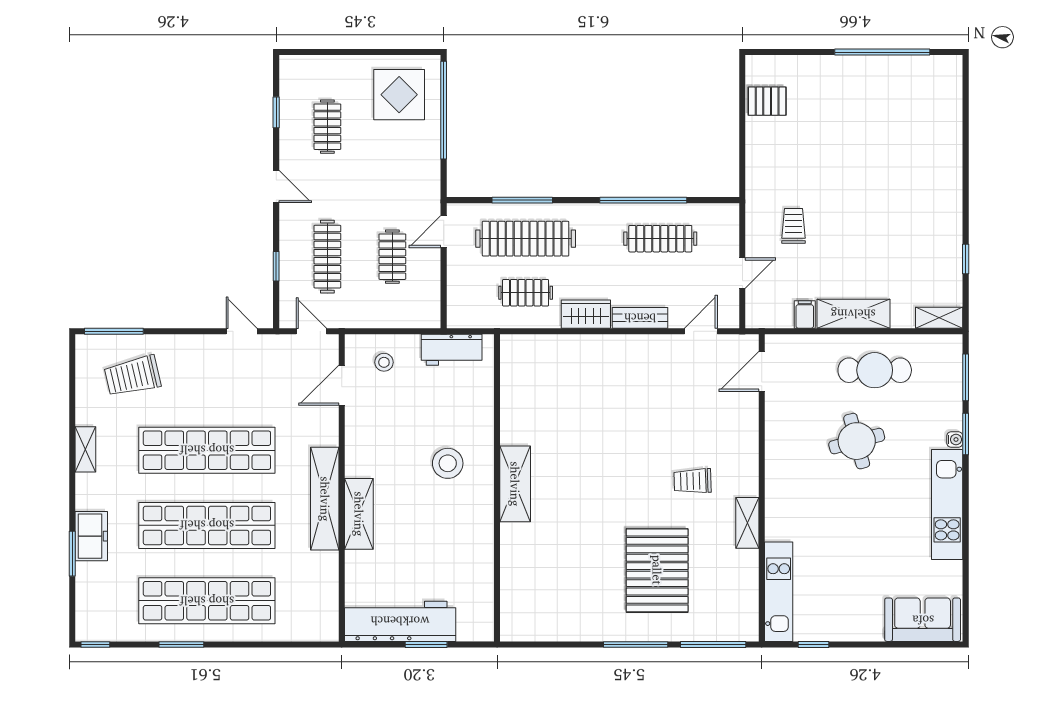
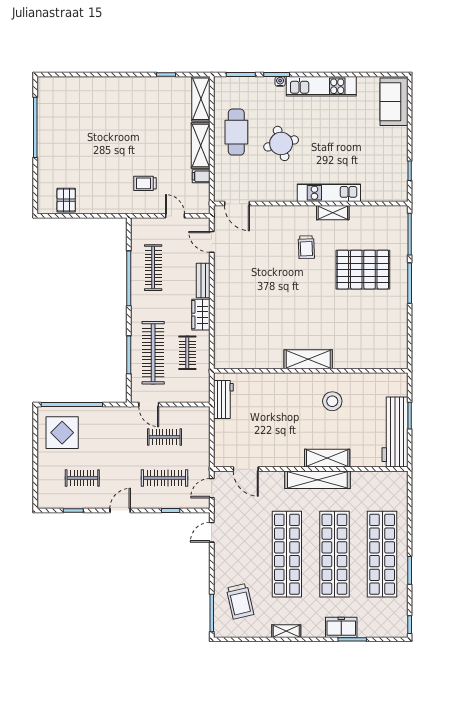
shelving: (939, 318) -> (201, 99), width x1.50, depth x1.33
stool: (384, 362) -> (231, 442), removed
stool: (448, 463) -> (332, 401), moved
kitchen unit: (779, 592) -> (329, 193), moved

